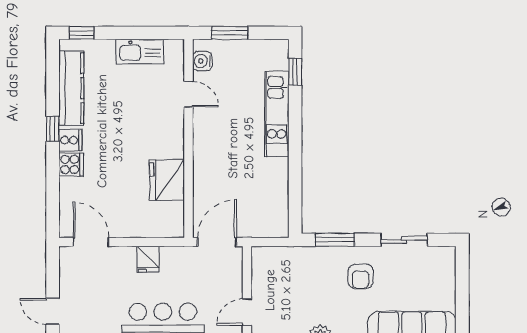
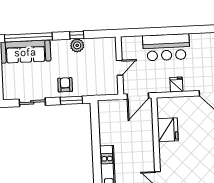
armchair: (361, 276) -> (65, 85), moved
door: (247, 312) -> (120, 68), moved

